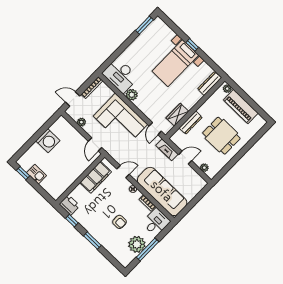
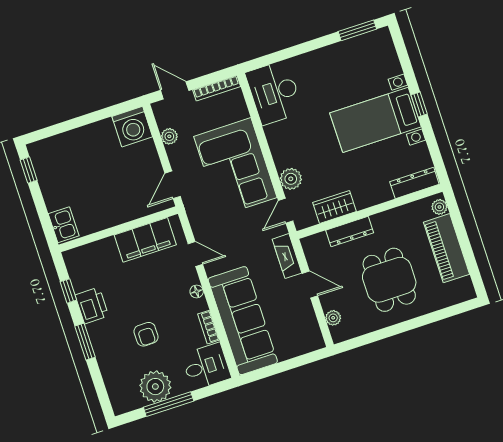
plant: (132, 95) -> (291, 179), moved
washing machine: (48, 141) -> (132, 127), moved
kitchen sink: (37, 174) -> (64, 225), moved
printer: (69, 205) -> (92, 305), moved

